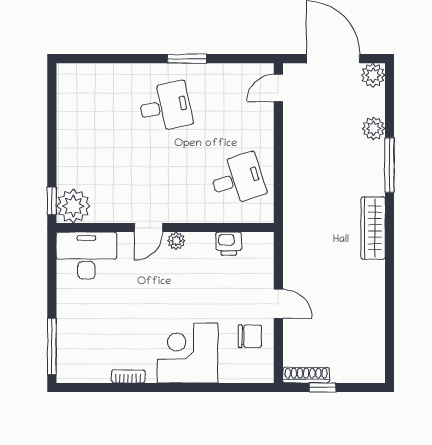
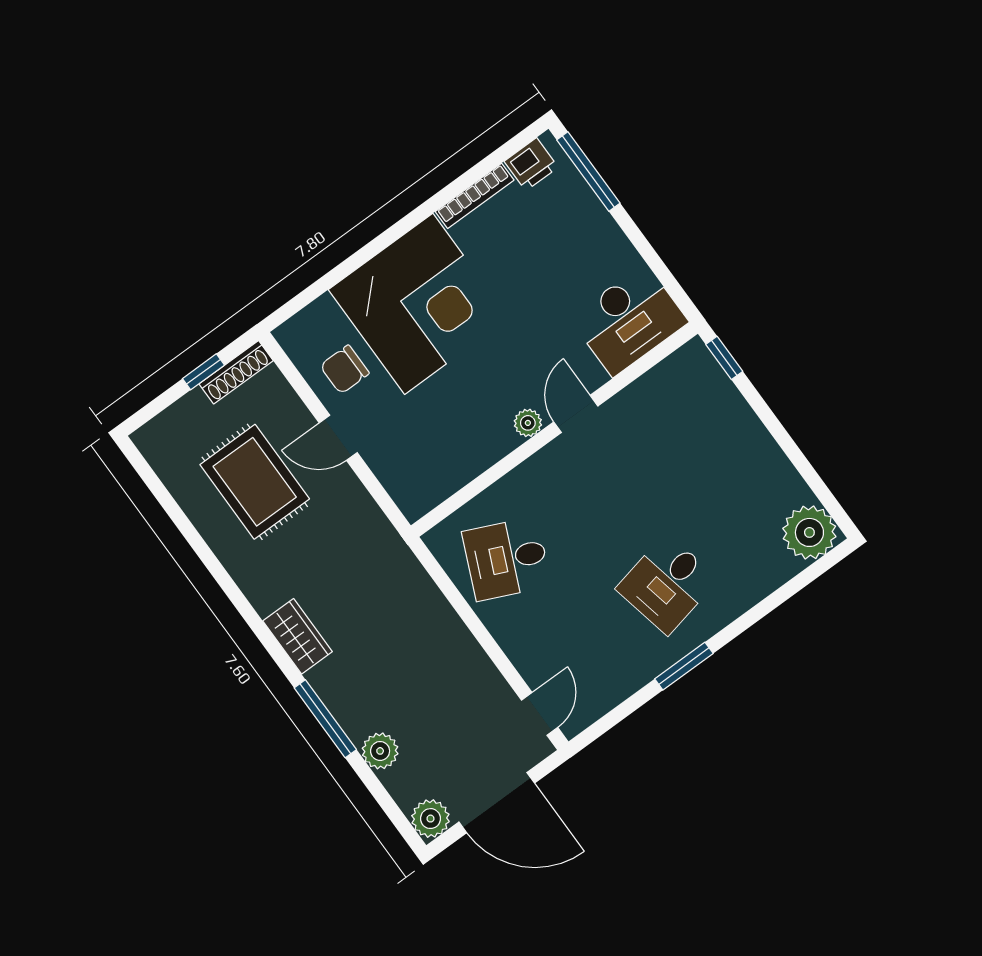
desk: (238, 179) -> (507, 559), turned 42
plant: (73, 206) -> (809, 532), moved
wardrobe: (373, 228) -> (298, 636), width x0.67
printer: (229, 244) -> (531, 164), moved, turned 180
rug: (337, 312) -> (255, 482), added
corner desk: (188, 353) -> (419, 304), width x1.36, depth x1.36
bookcase: (128, 376) -> (475, 196), width x1.56

